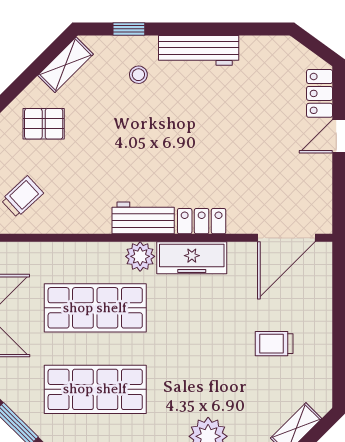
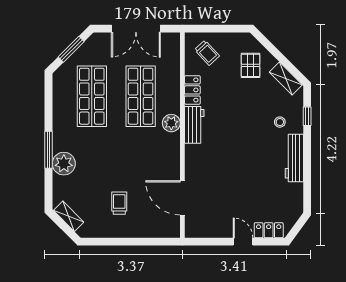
locker: (202, 221) -> (192, 90), moved
door: (286, 238) -> (182, 198), moved
freezer: (192, 258) -> (170, 154), removed

